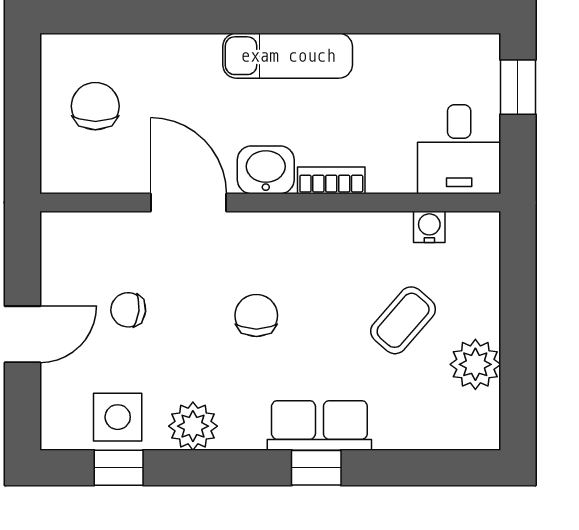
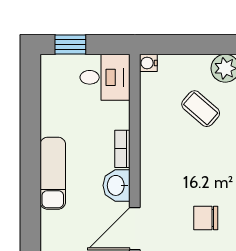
water cooler: (429, 227) -> (148, 63), moved
chair: (256, 315) -> (206, 218), moved

